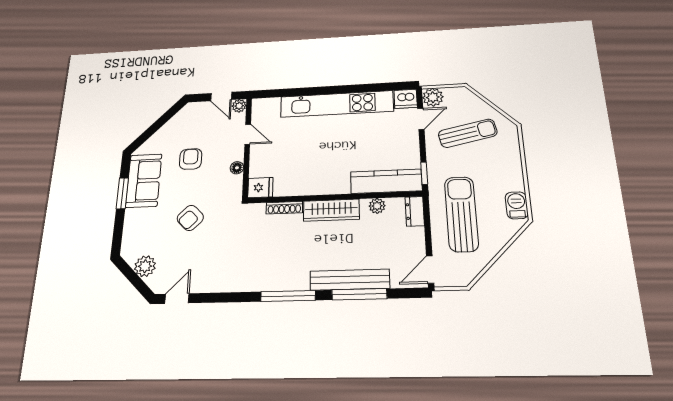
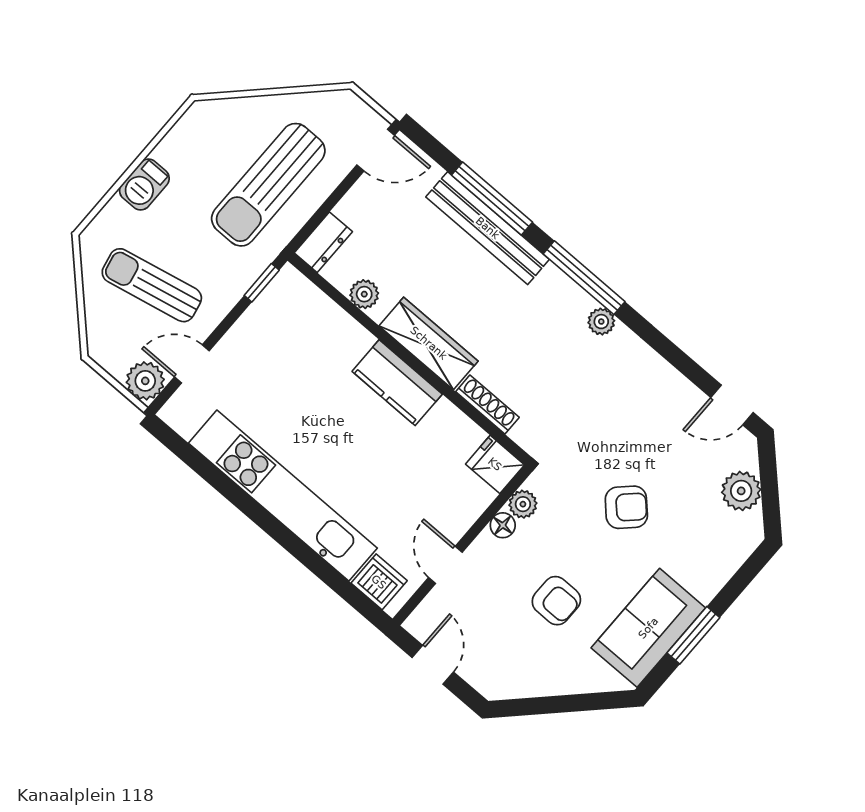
dishwasher: (406, 99) -> (379, 582), moved
plant: (239, 106) -> (523, 504), moved
armchair: (191, 159) -> (556, 601), turned -90
kitchen counter: (386, 181) -> (397, 383), moved, width x0.67
barbecue: (517, 205) -> (144, 184), moved
plant: (264, 284) -> (601, 322), added

